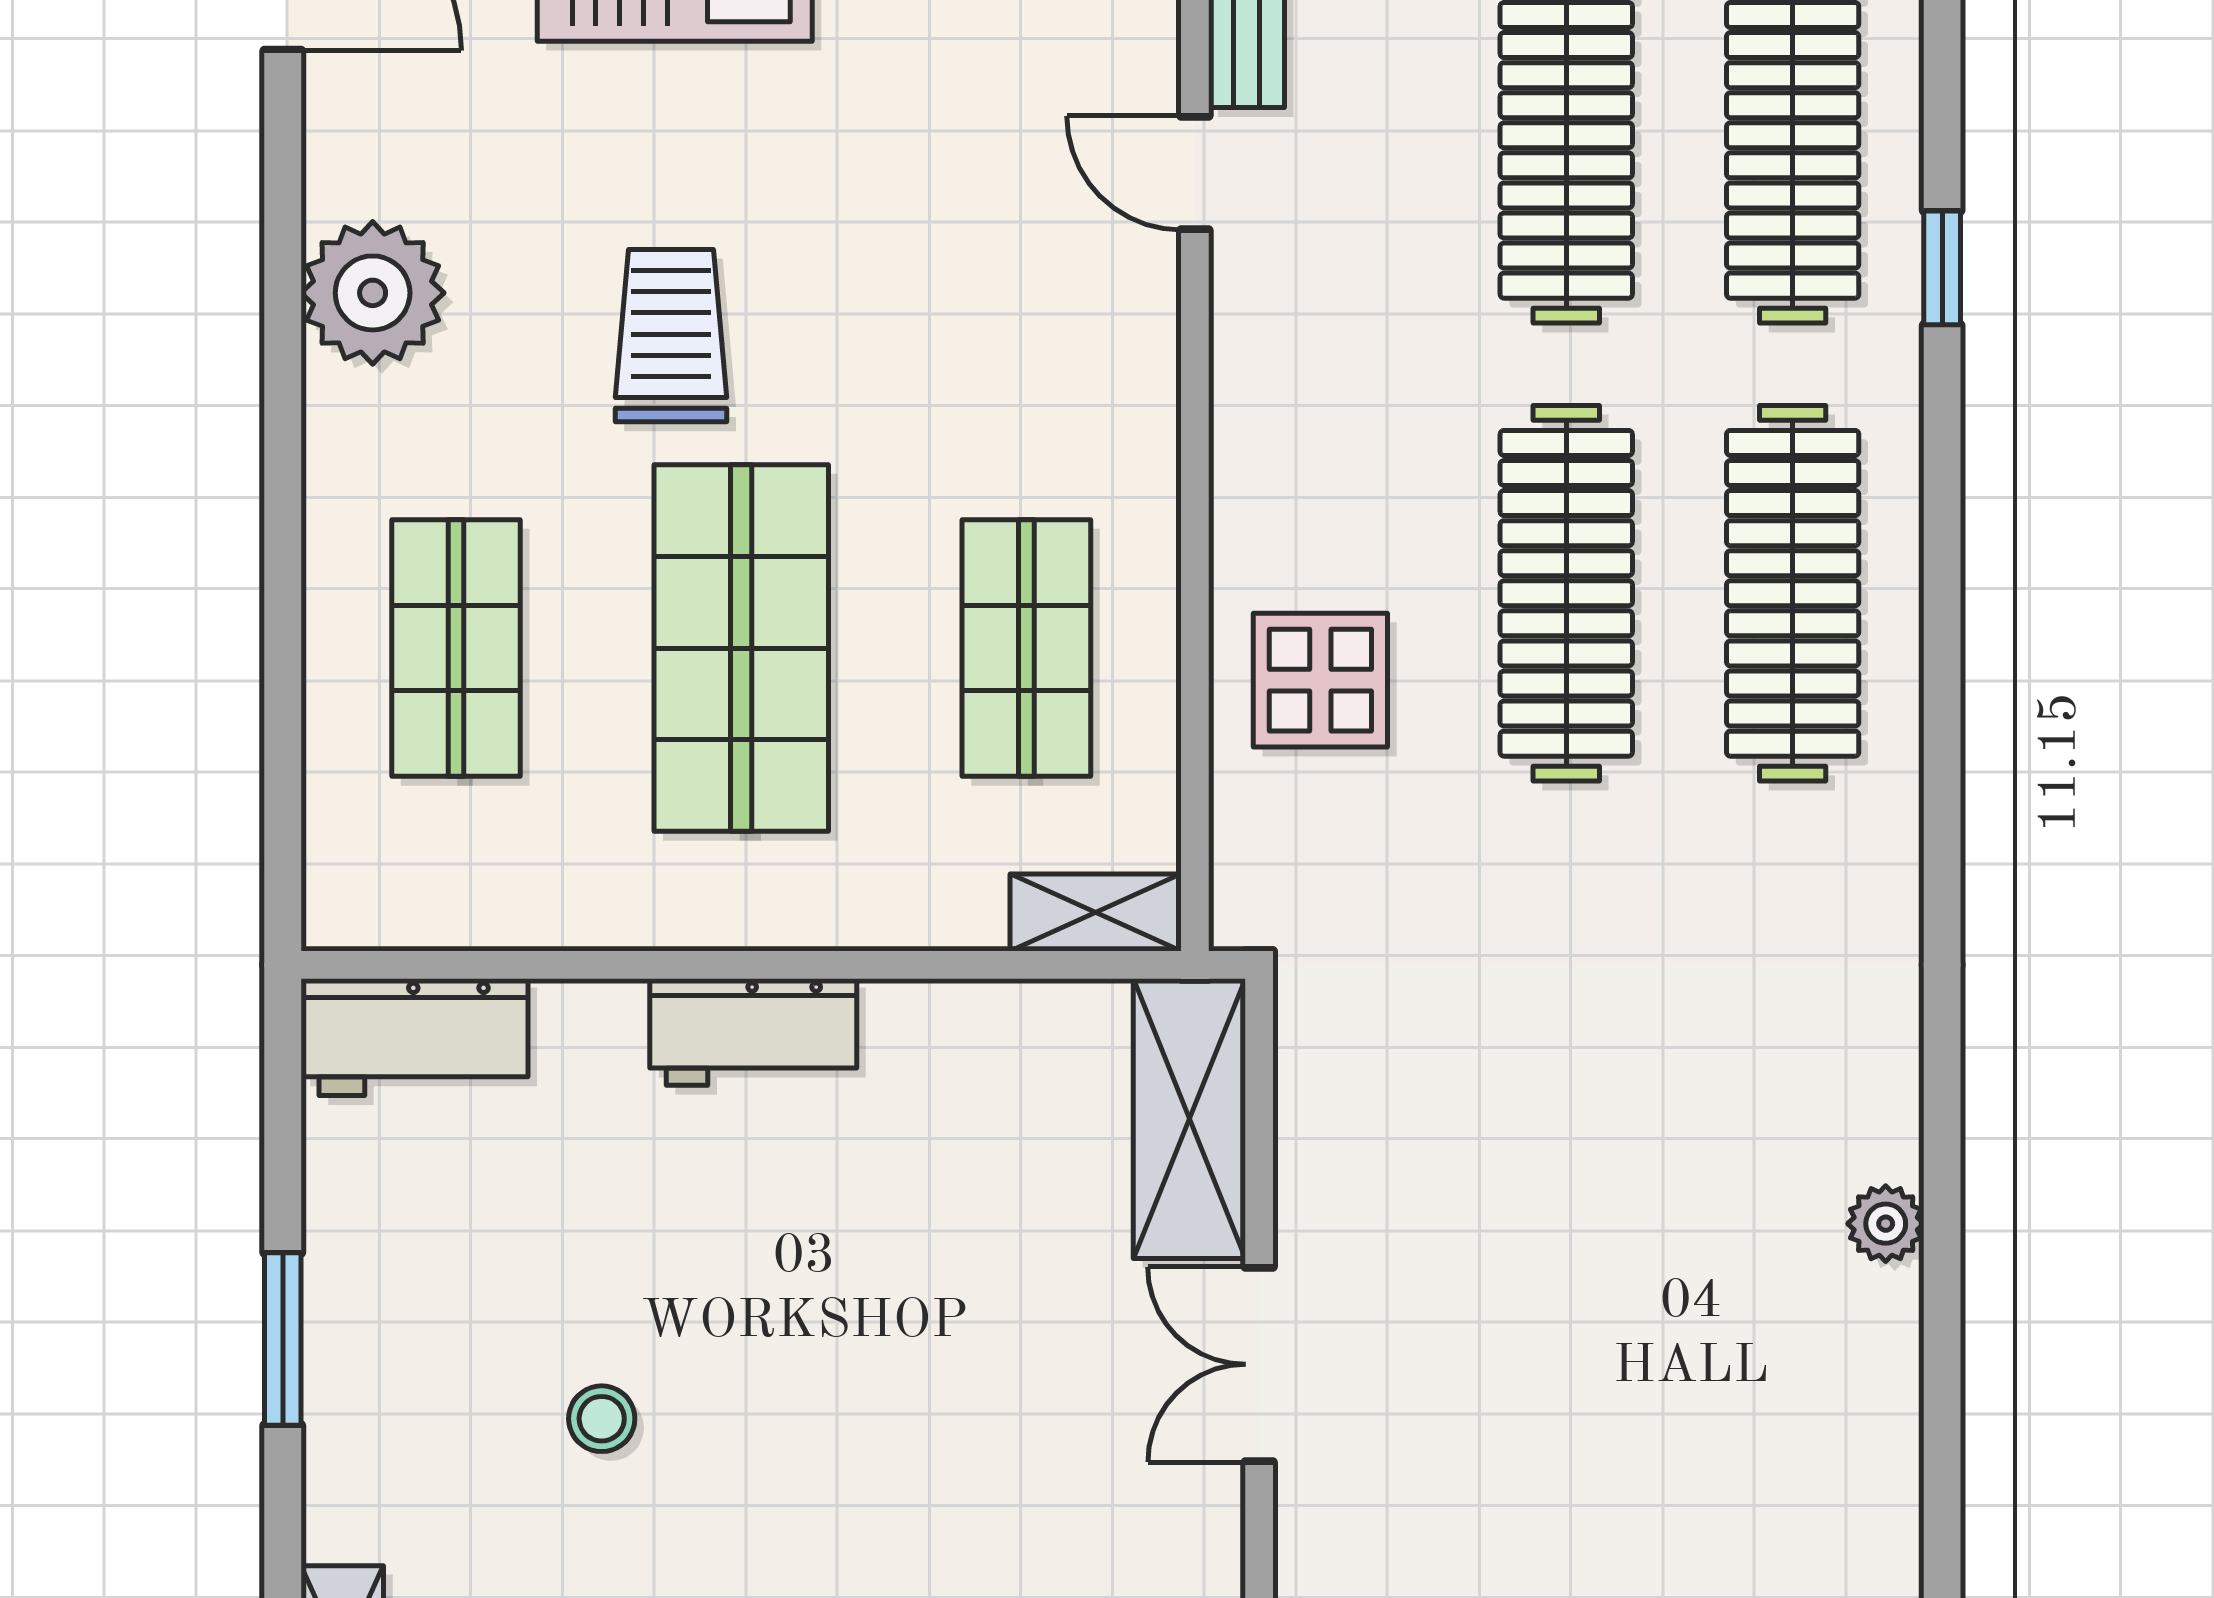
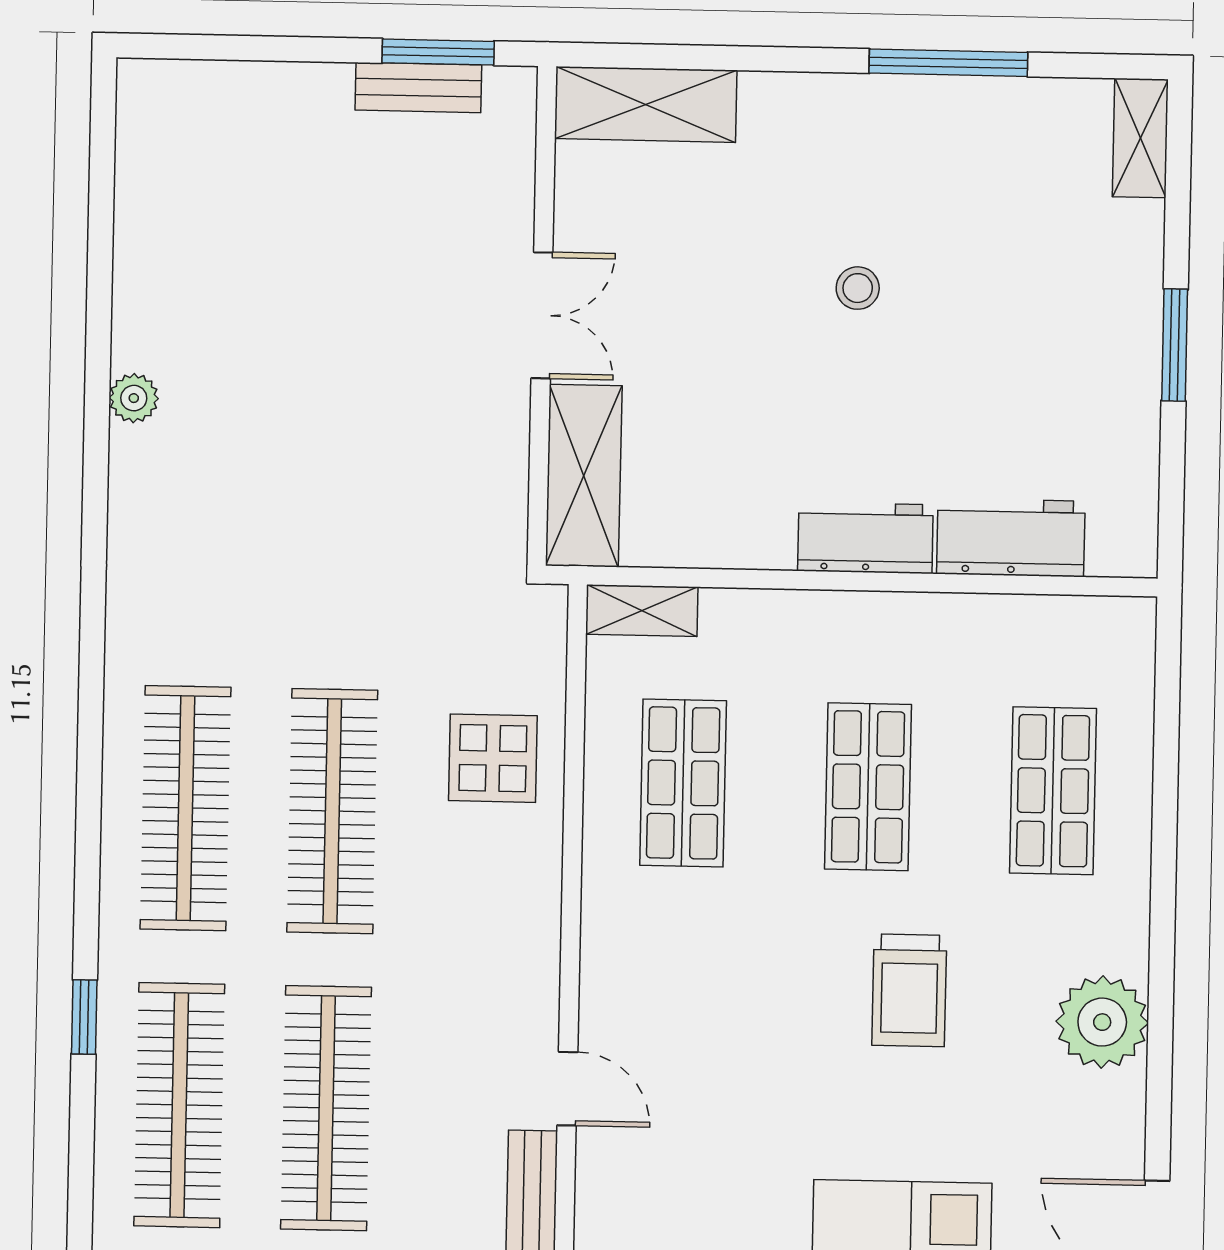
shop shelf: (741, 648) -> (868, 787), width x0.70, depth x0.74
workbench: (414, 1037) -> (1011, 537), moved
stool: (602, 1419) -> (858, 288), moved

